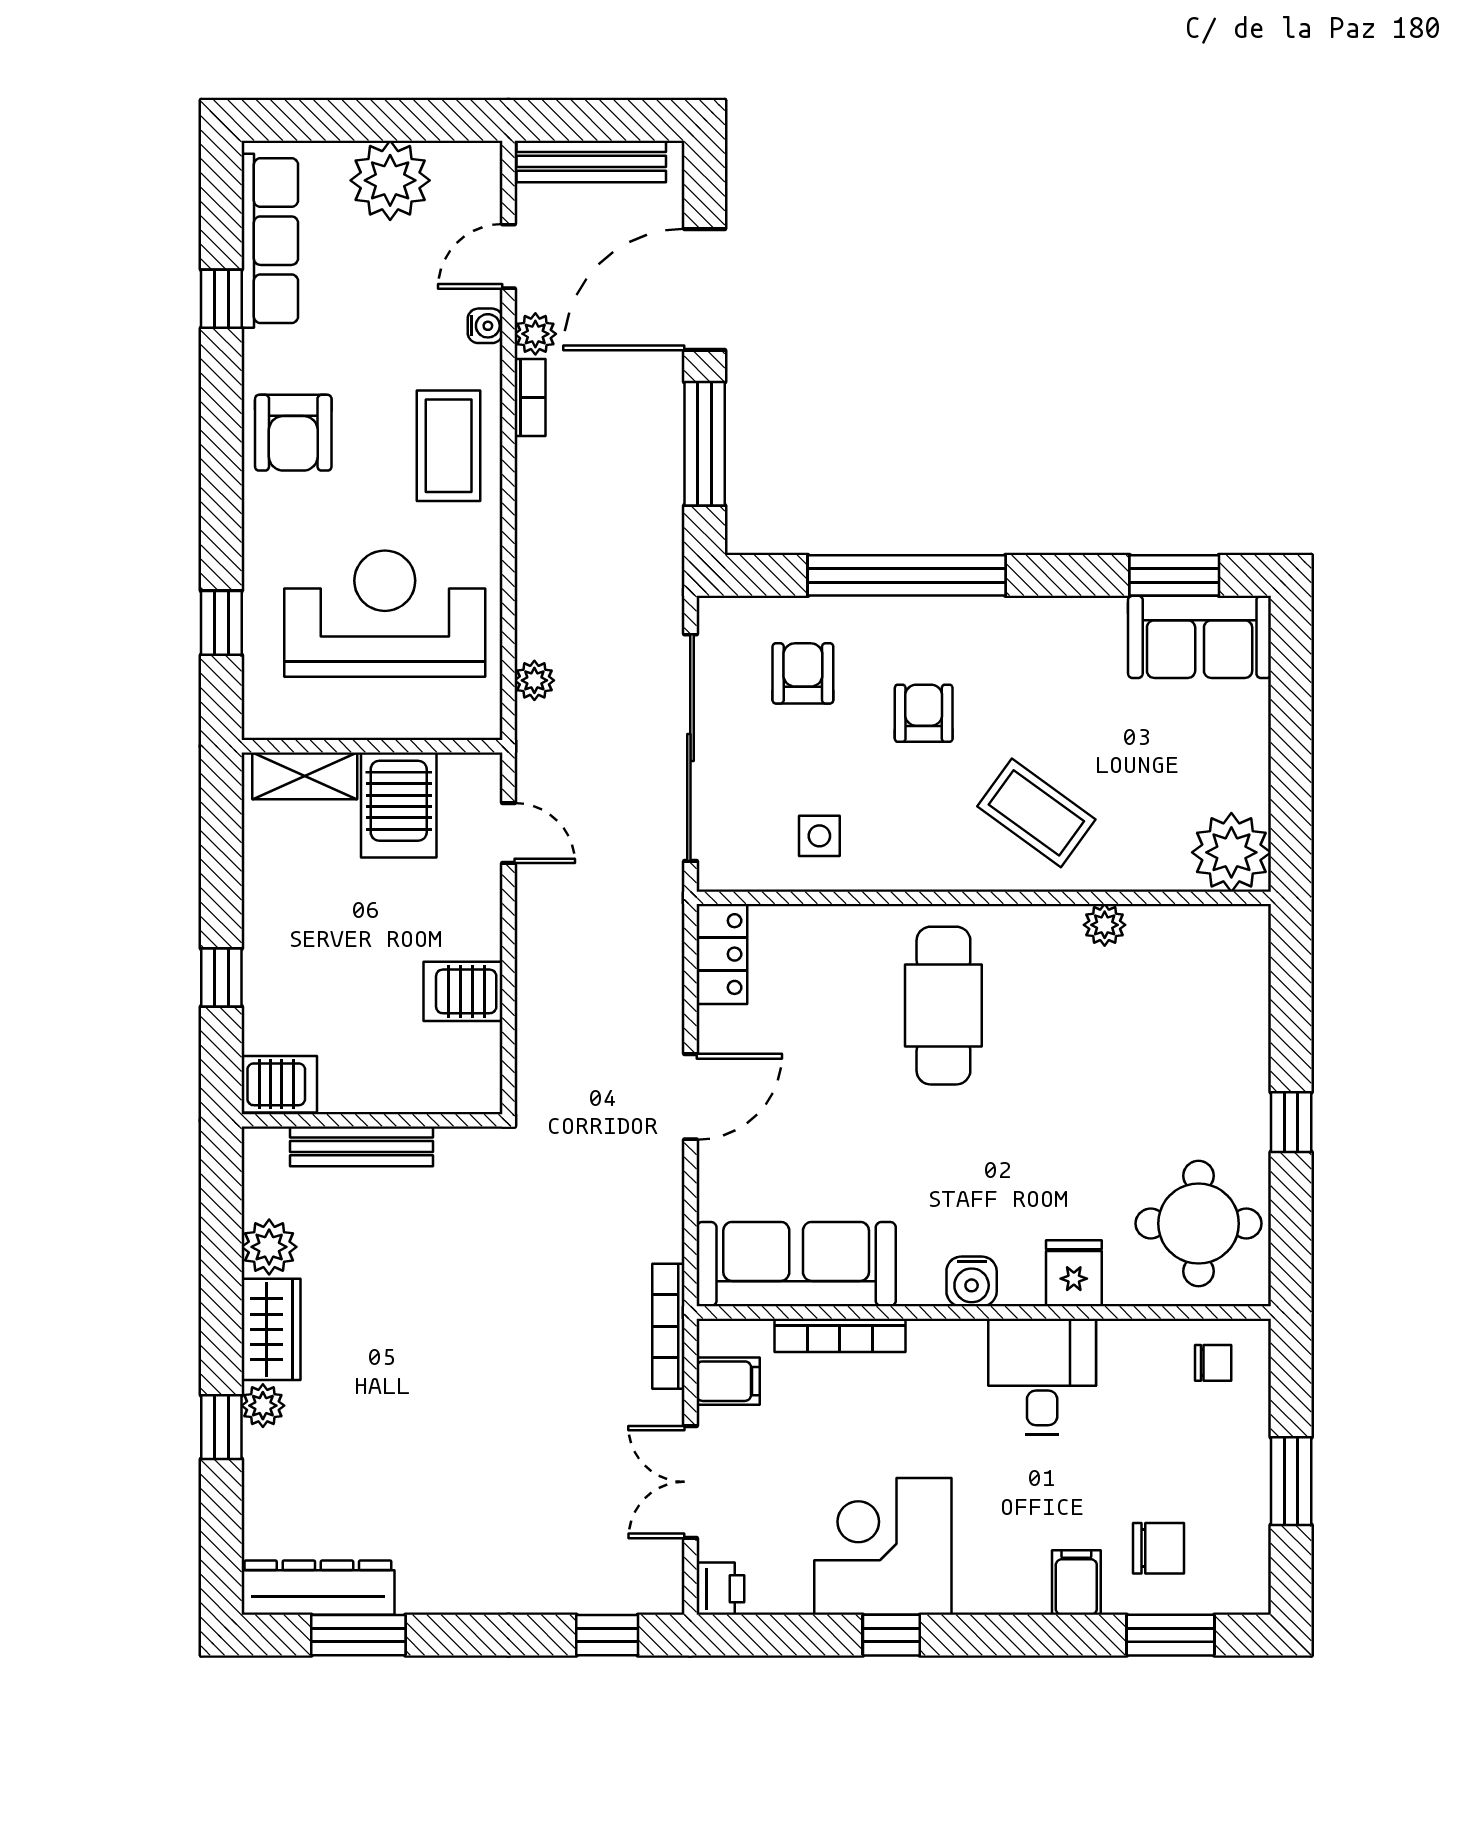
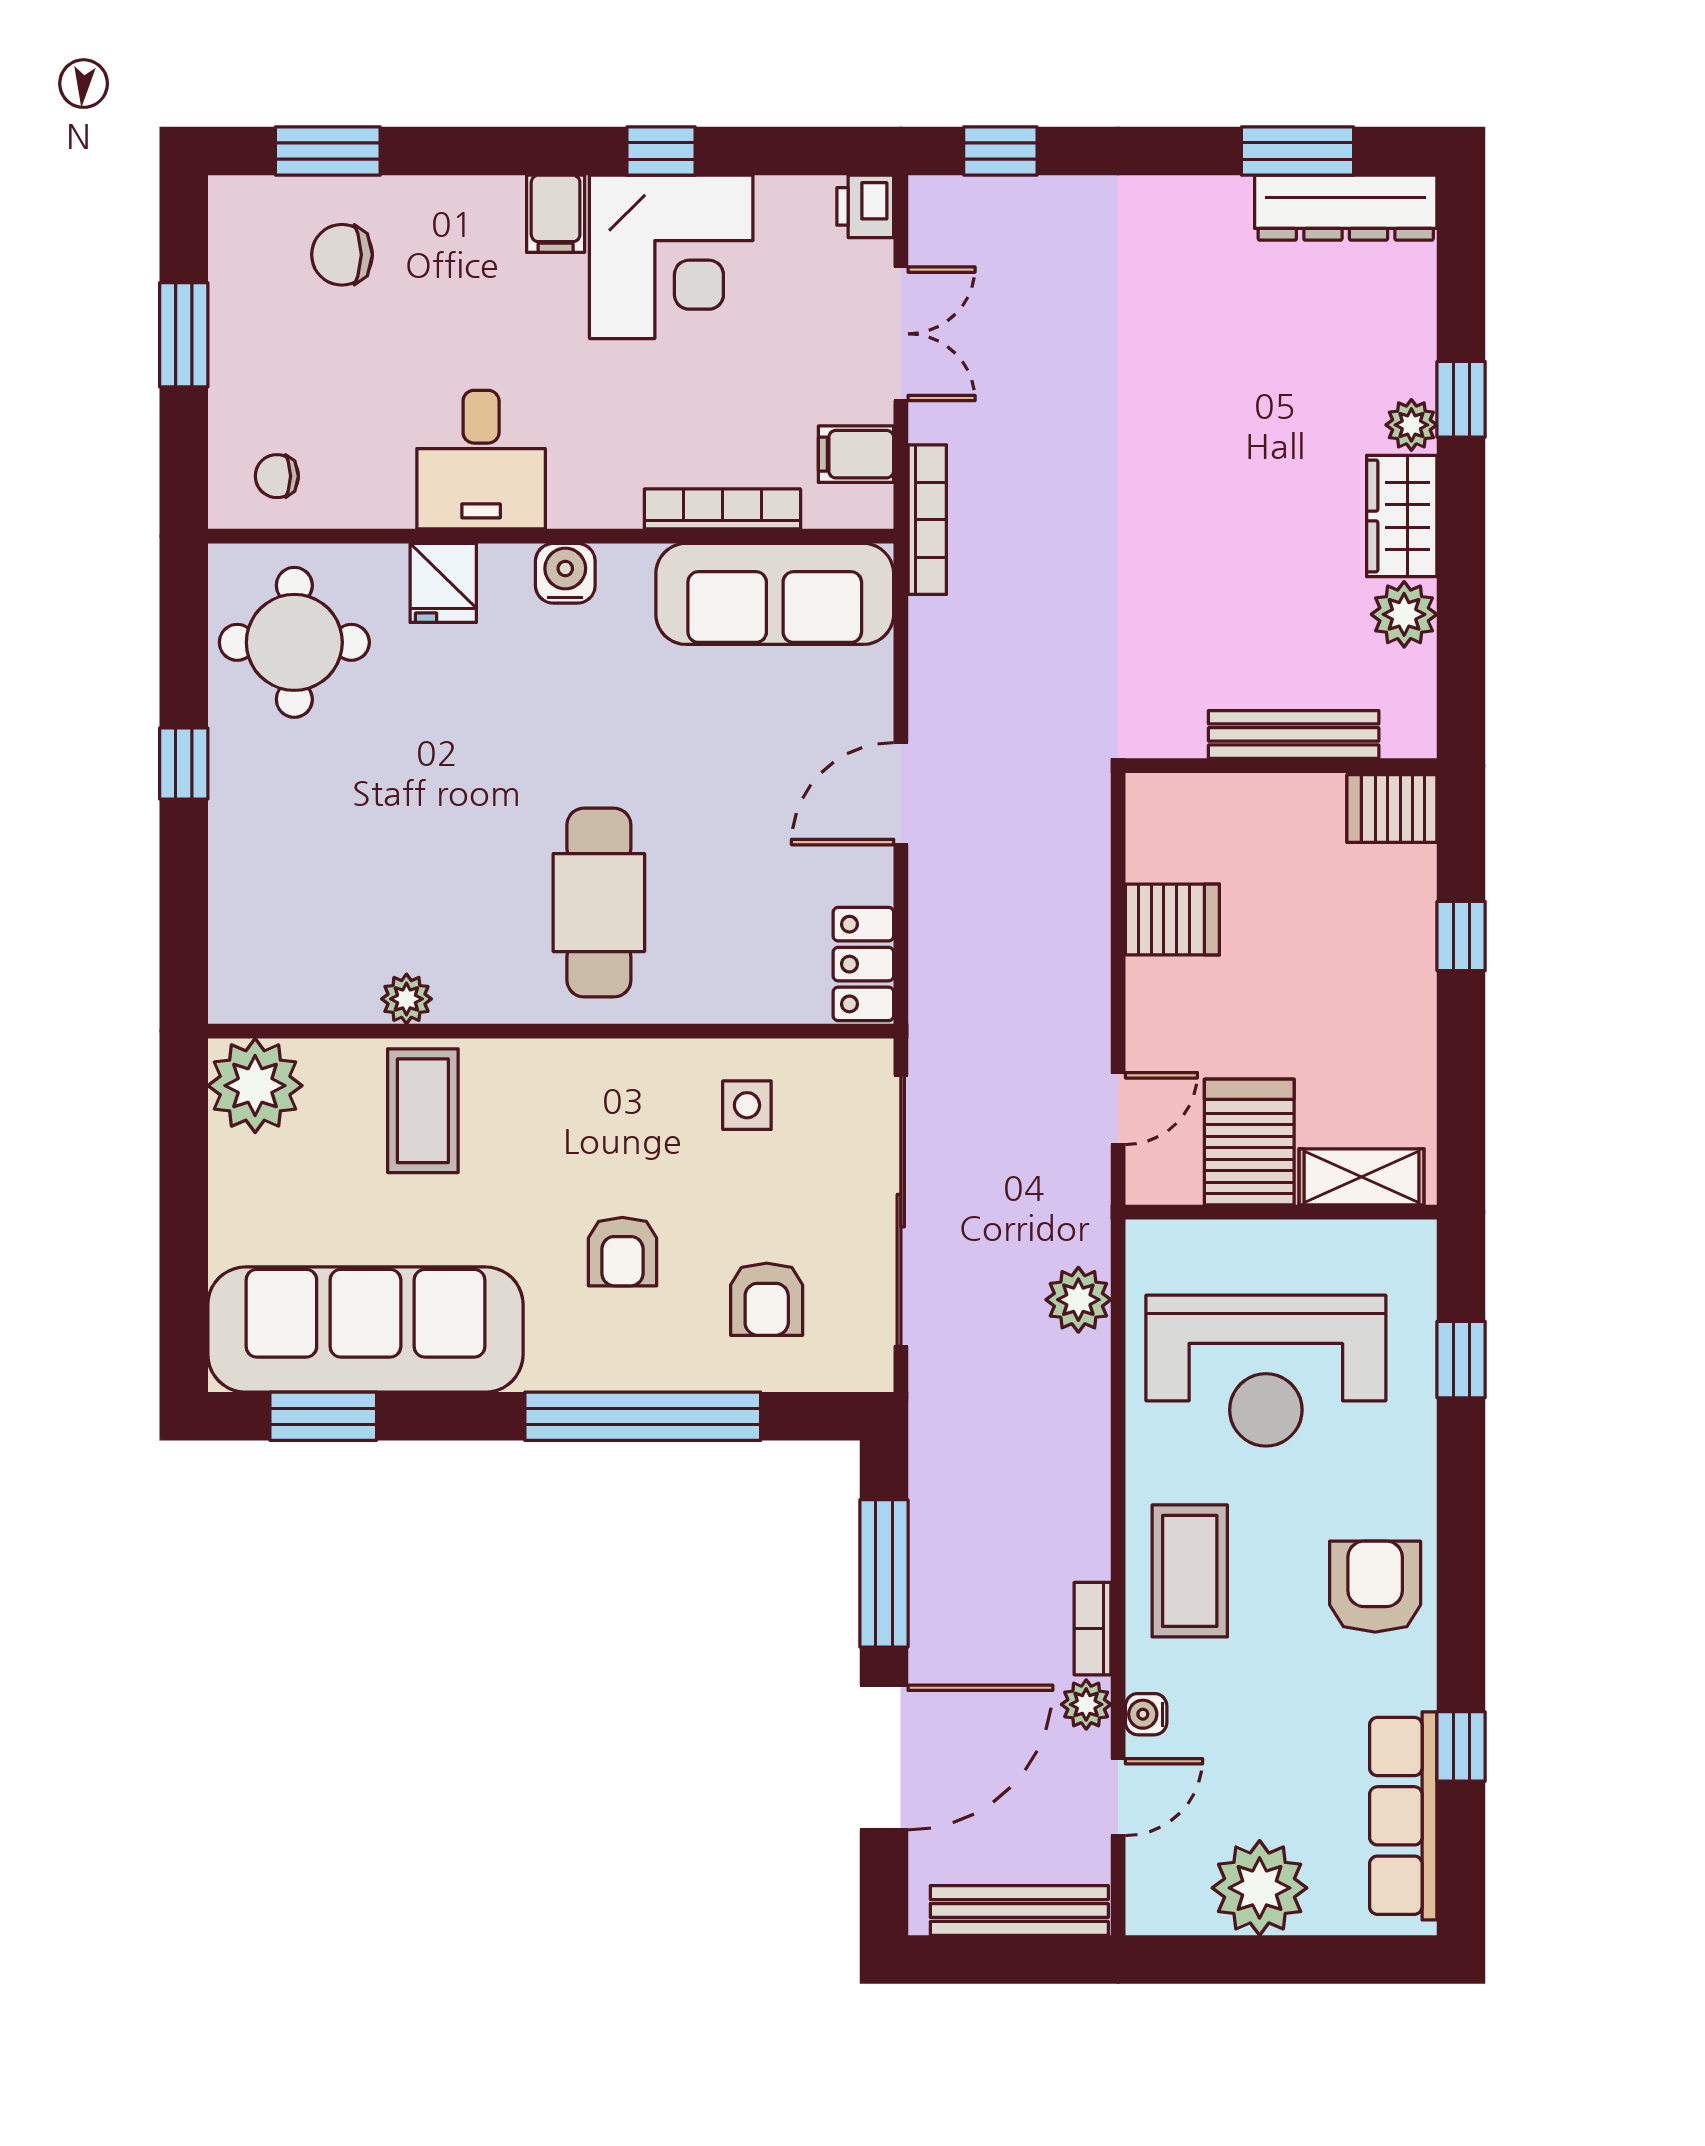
sofa: (1200, 637) -> (365, 1330), width x1.85, depth x1.27
plant: (534, 680) -> (1078, 1300), width x1.38, depth x1.38
coffee table: (1036, 813) -> (423, 1111), moved, turned 54
door: (508, 833) -> (1118, 1109), swing flipped
filing cabinet: (1076, 1582) -> (556, 214), moved

